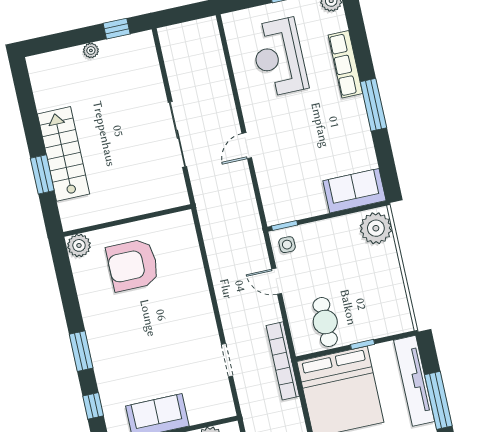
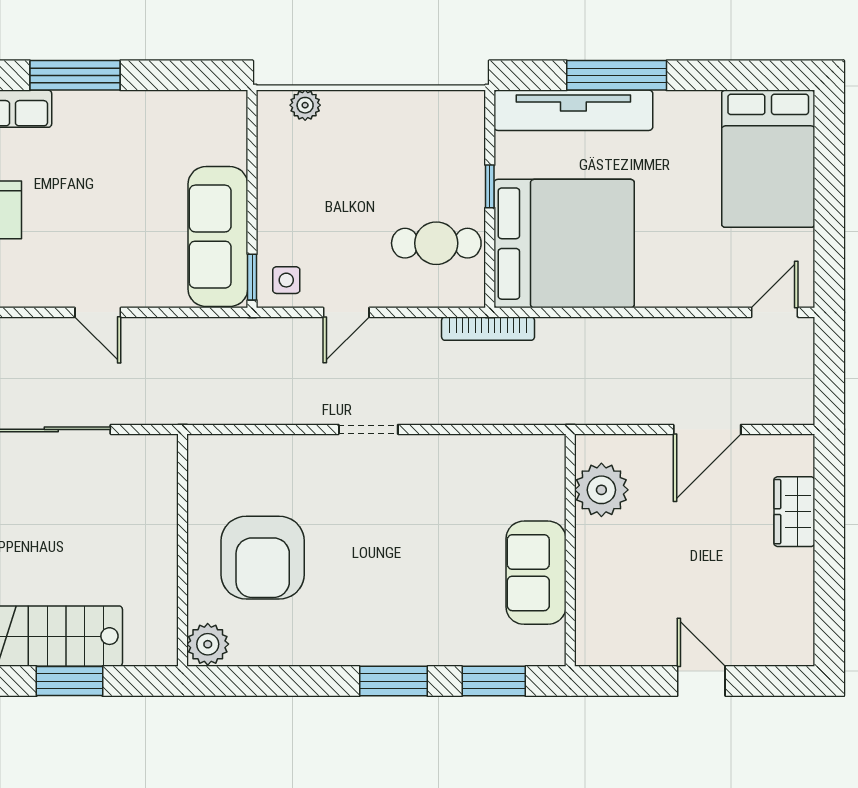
sofa: (354, 191) -> (218, 237), moved, width x1.36
plant: (376, 228) -> (305, 105), width x0.53, depth x0.53
doorway: (227, 360) -> (368, 429), moved
bookcase: (283, 361) -> (488, 329), width x0.68, depth x0.76
window: (93, 406) -> (494, 681), width x1.50

